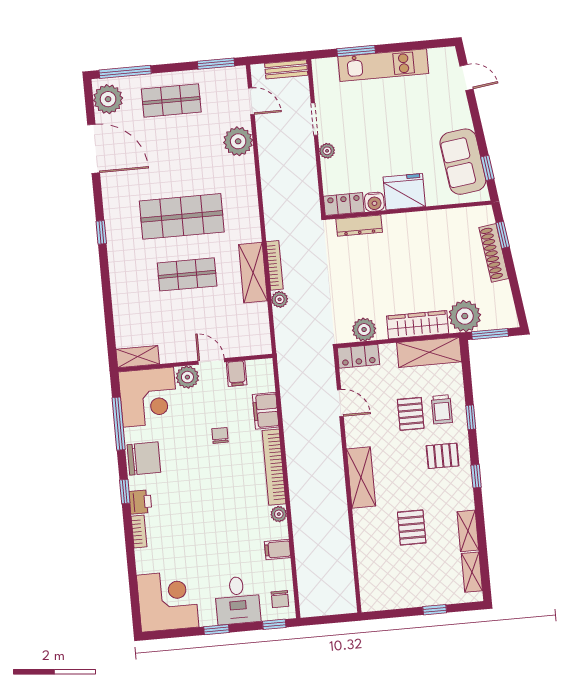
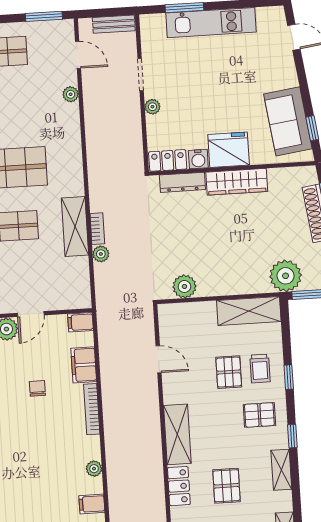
plant: (238, 141) -> (71, 94), width x0.53, depth x0.53
bookcase: (275, 265) -> (97, 229), width x0.64
wardrobe: (418, 325) -> (237, 182), moved, turned 180
locker: (358, 356) -> (179, 486), moved, turned -90
door: (211, 361) -> (31, 314), swing flipped
filing cabinet: (237, 373) -> (80, 322), moved, turned 90
bookcase: (274, 467) -> (92, 409), width x0.68, depth x0.76
shelving: (468, 531) -> (281, 470), moved

